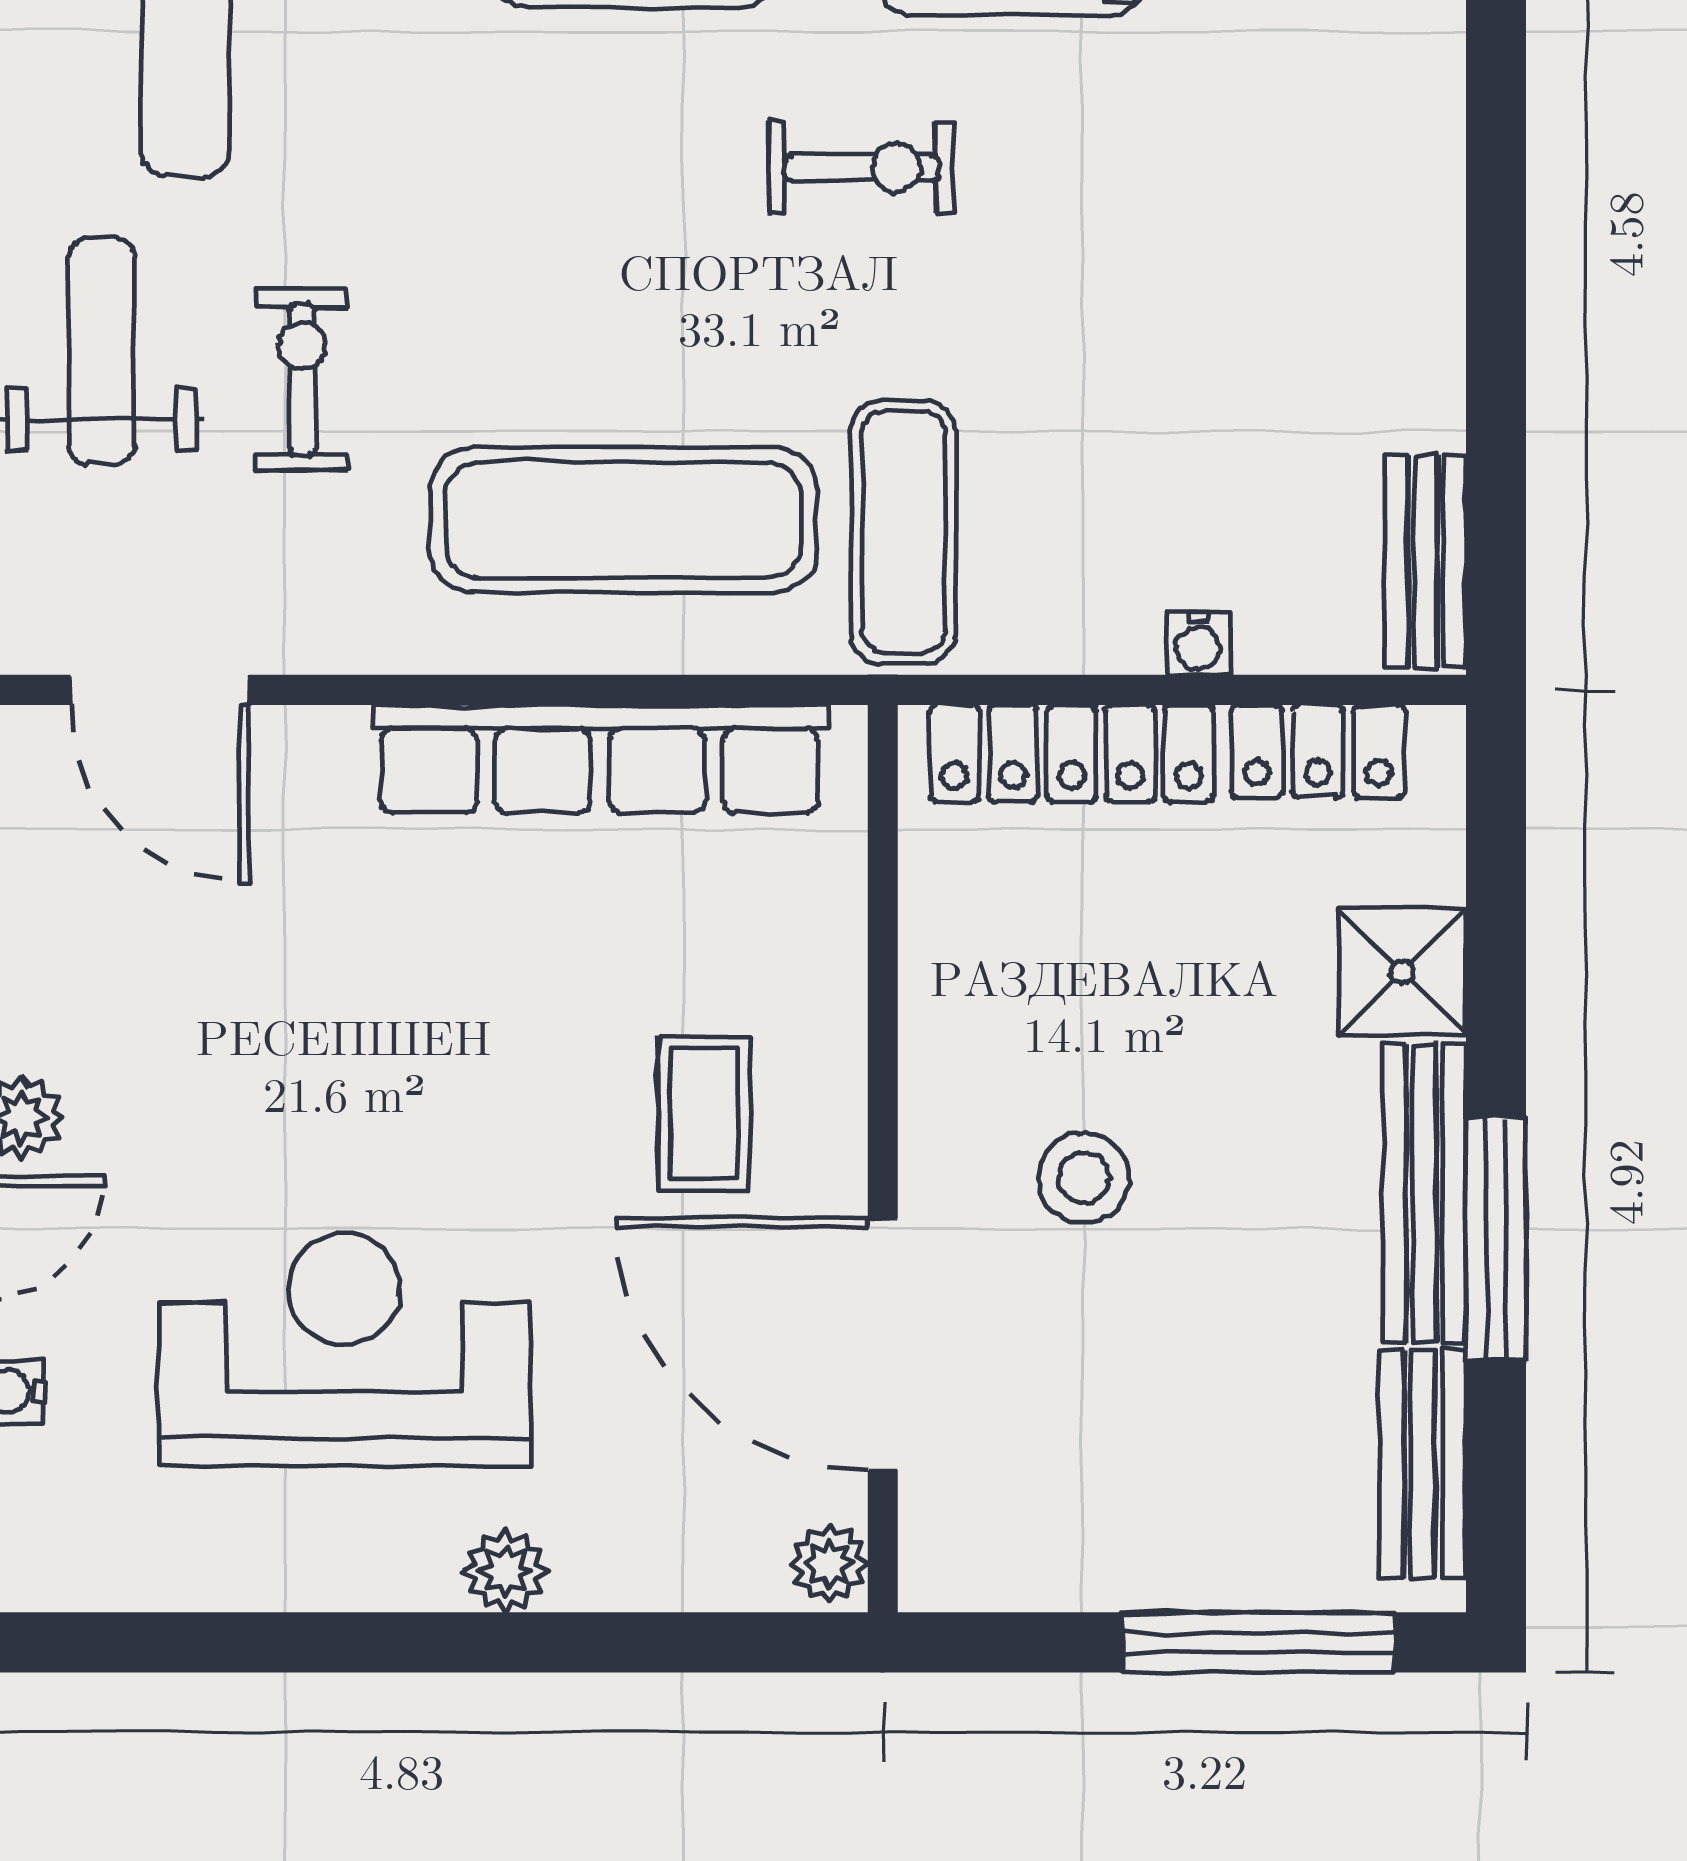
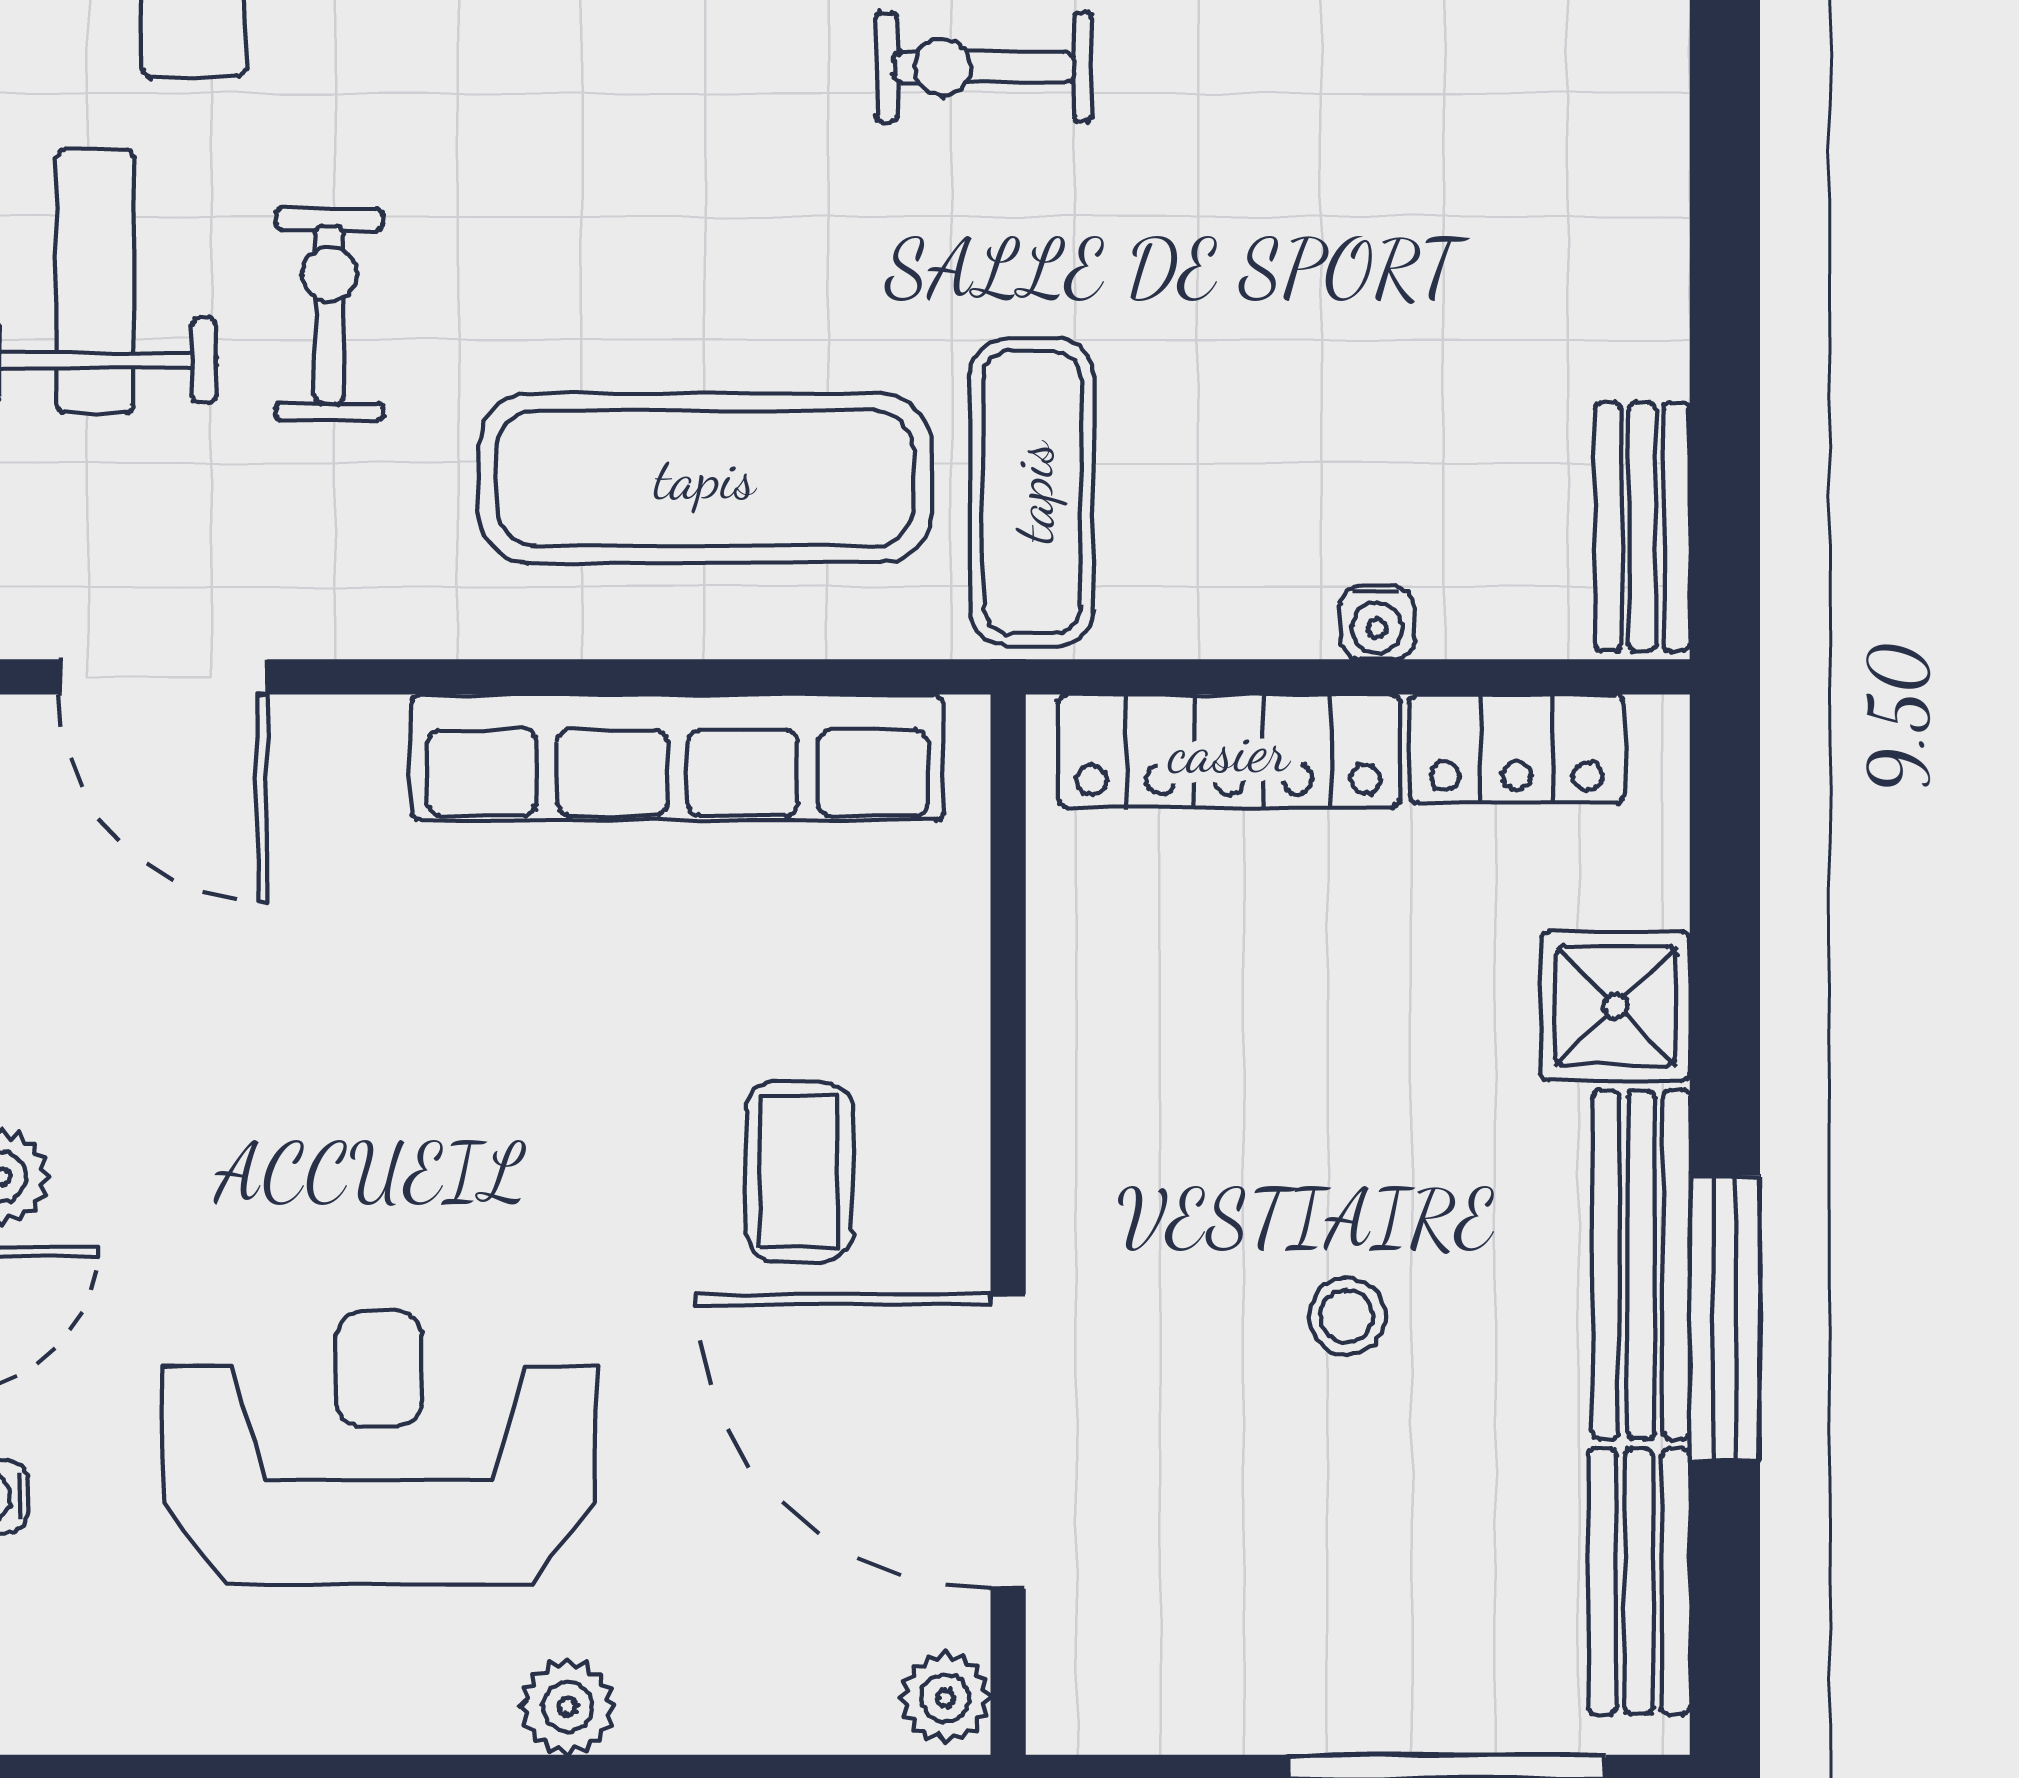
exercise bike: (862, 168) -> (984, 67), turned 180
stool: (1084, 1178) -> (1347, 1316), moved, width x0.73, depth x0.73

